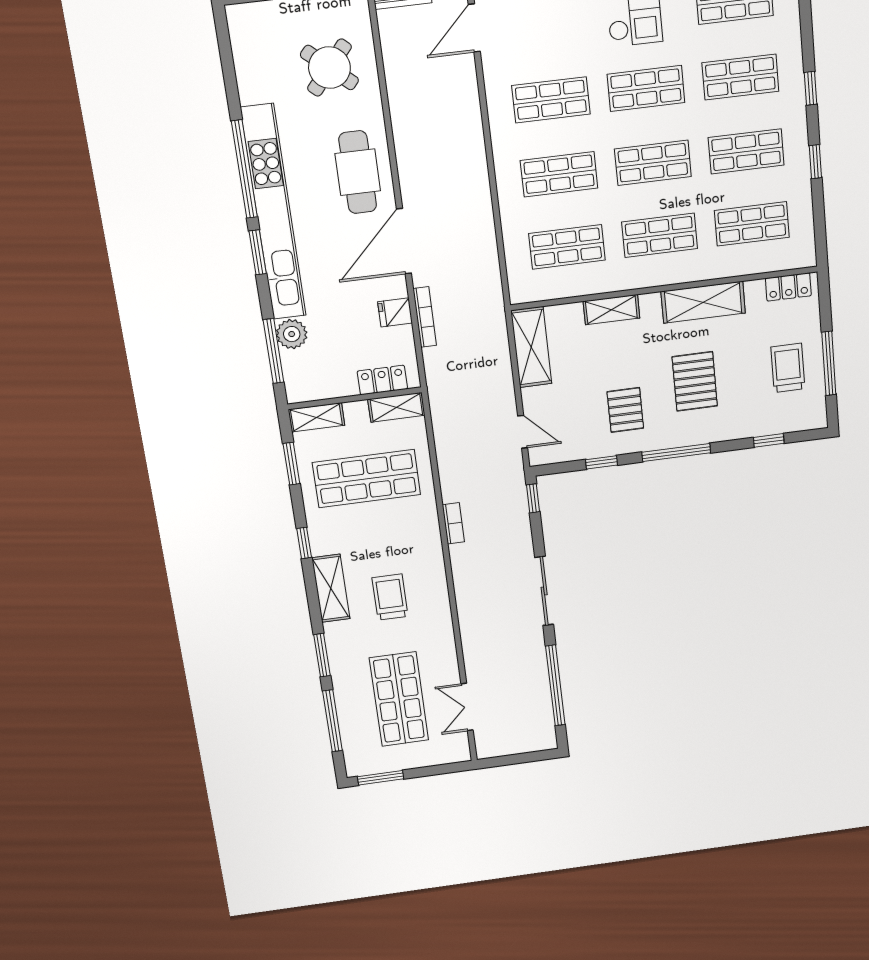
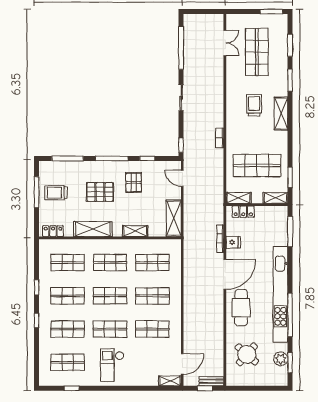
window: (258, 252) -> (290, 363), moved
plant: (292, 334) -> (281, 359), moved
trolley: (788, 368) -> (56, 193), turned 90
pallet: (695, 381) -> (100, 192), turned 90
window: (769, 440) -> (68, 158), width x2.17
window: (304, 543) -> (290, 138), removed
sliding door: (544, 591) -> (181, 98), width x0.73
trolley: (390, 597) -> (254, 105), turned 180
window: (332, 721) -> (290, 45), width x0.69

